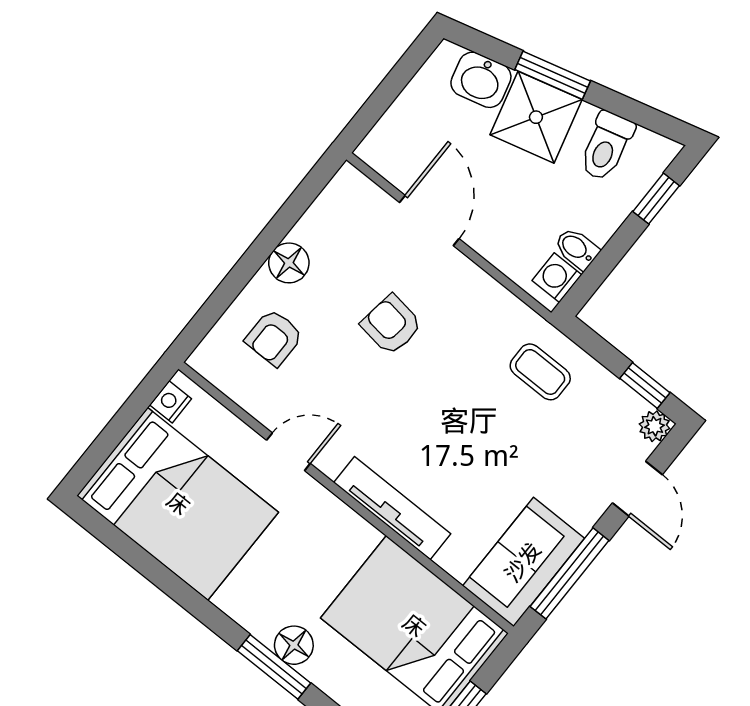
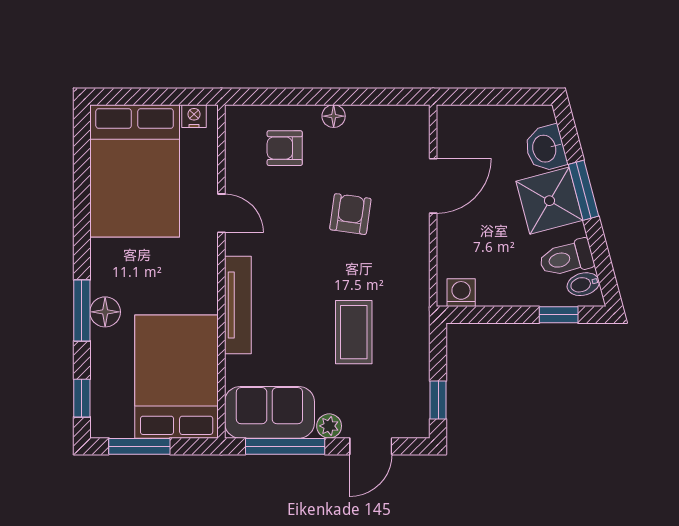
bidet: (577, 248) -> (583, 284), moved, turned -105
floor lamp: (289, 263) -> (334, 116), width x0.73, depth x0.73
coffee table: (540, 372) -> (354, 332), moved, width x1.36, depth x1.30
plant: (655, 426) -> (329, 426), moved

